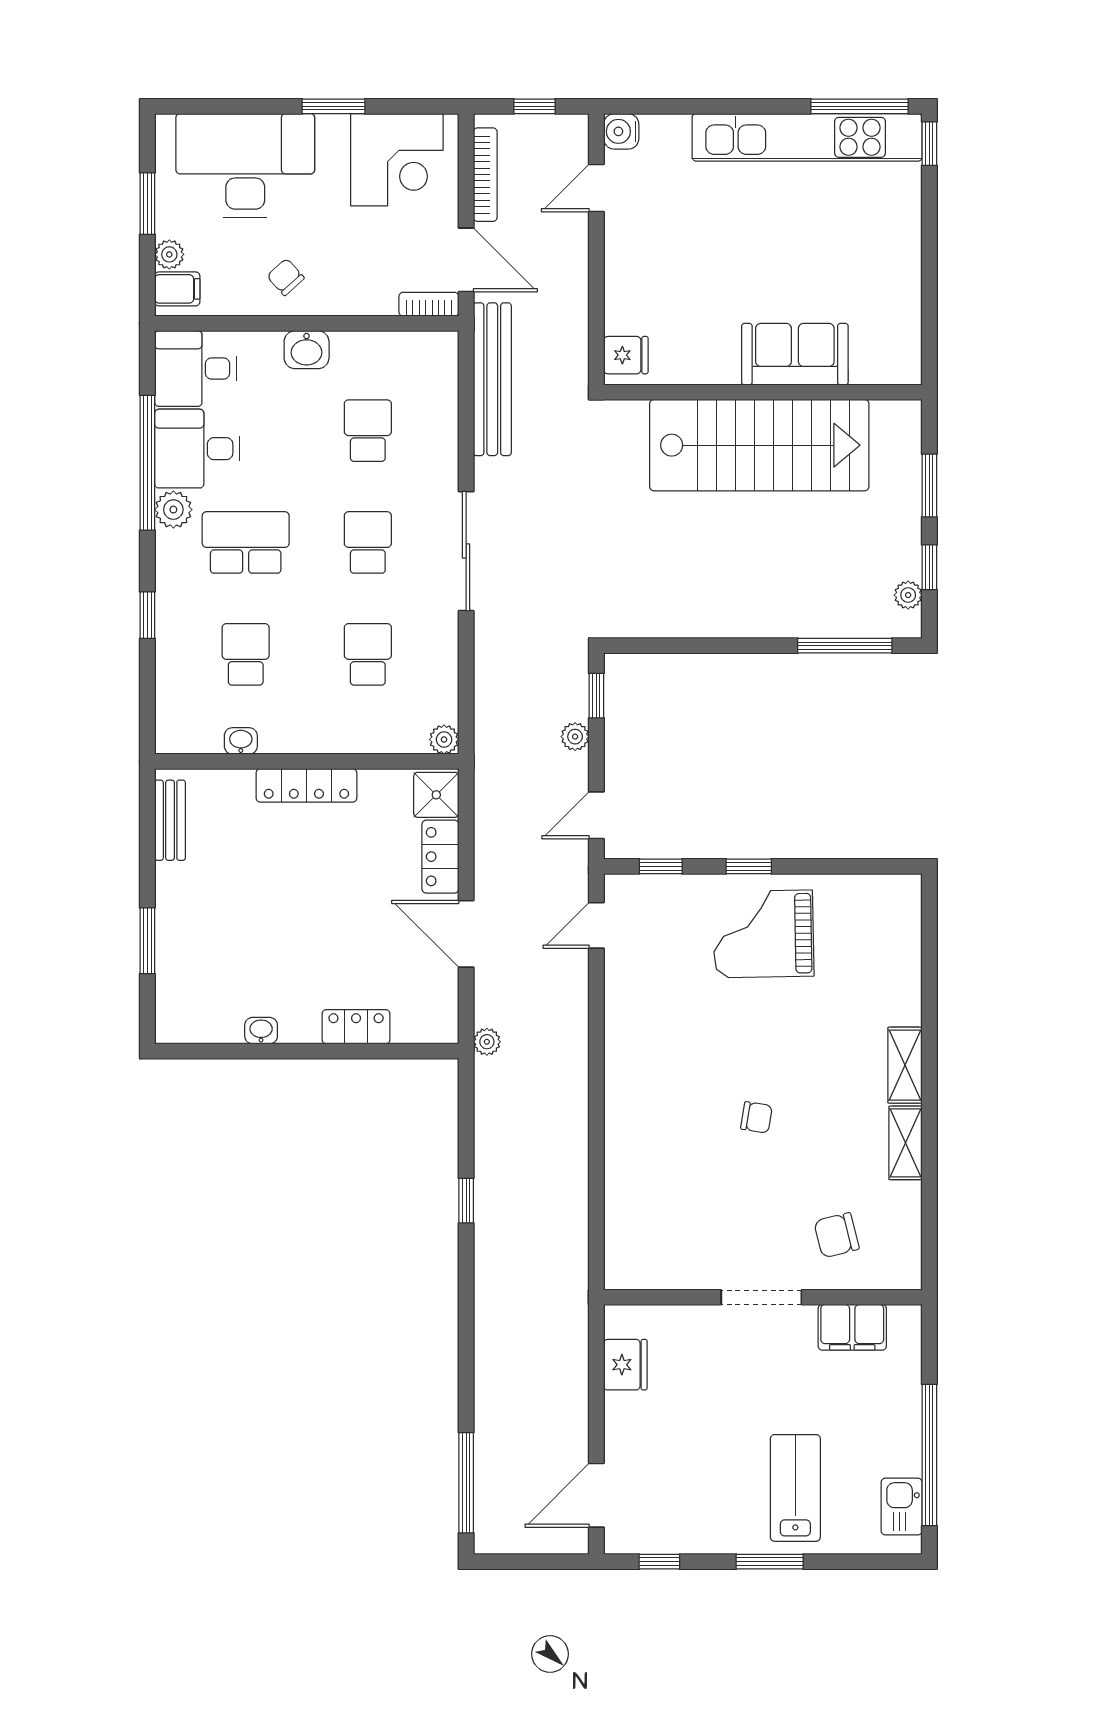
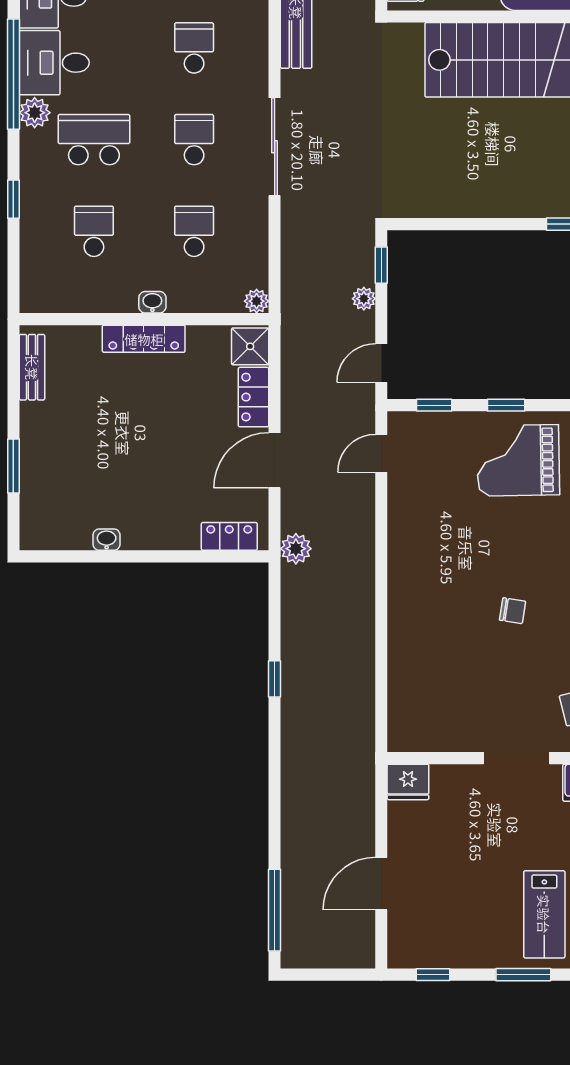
washbasin: (241, 741) -> (152, 302), moved
door: (466, 934) -> (275, 460), hinge flipped
locker: (356, 1027) -> (229, 536), moved
plant: (487, 1042) -> (296, 549), width x1.38, depth x1.38
fridge: (625, 1365) -> (408, 782), moved, turned 90
lab bench: (795, 1488) -> (544, 914), turned 180
door: (596, 1495) -> (381, 884), moved

